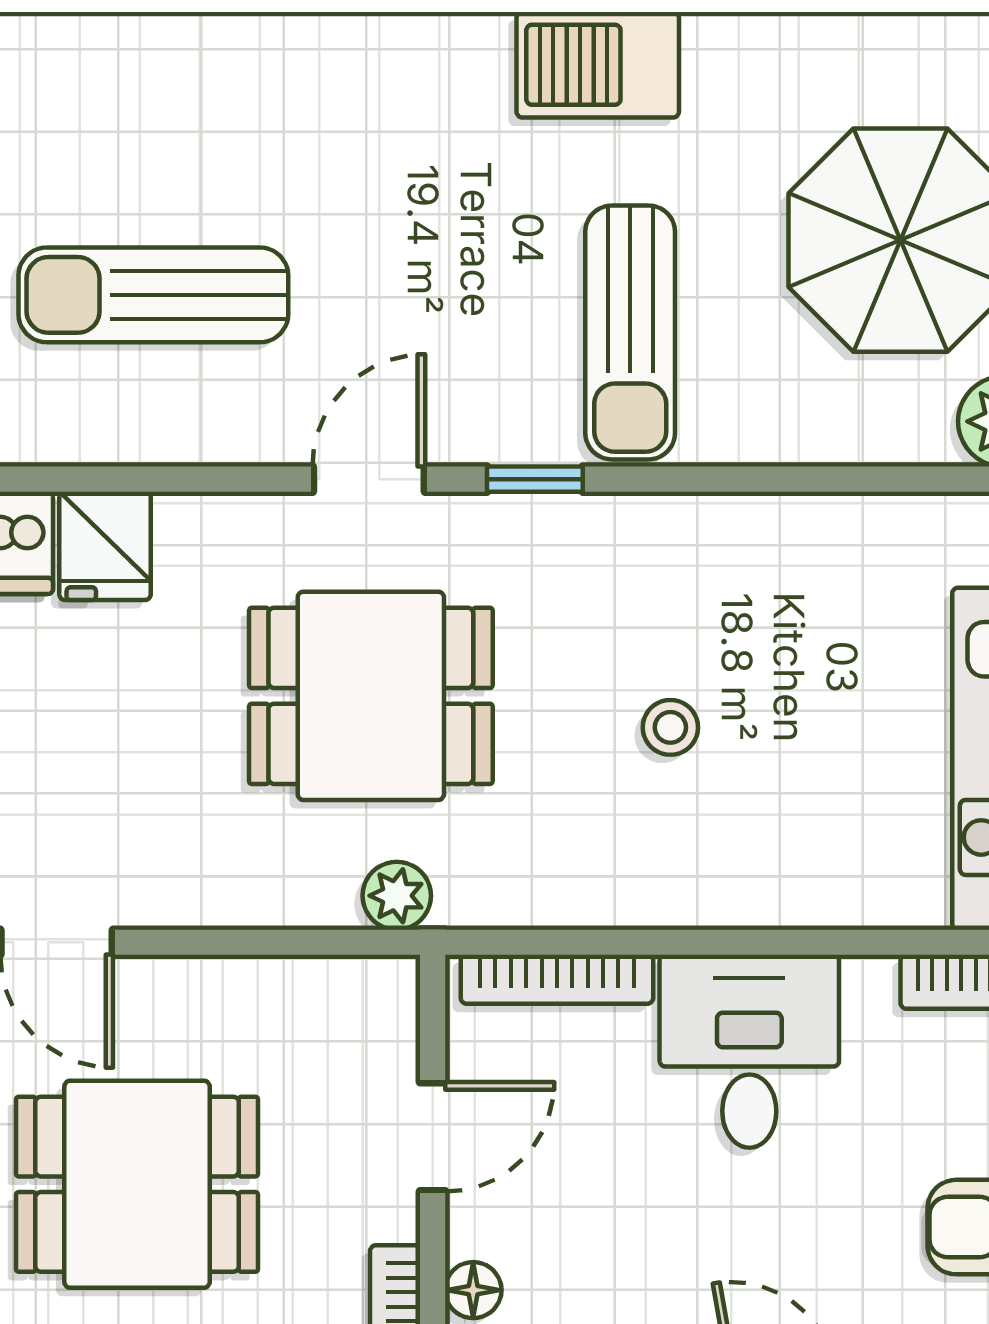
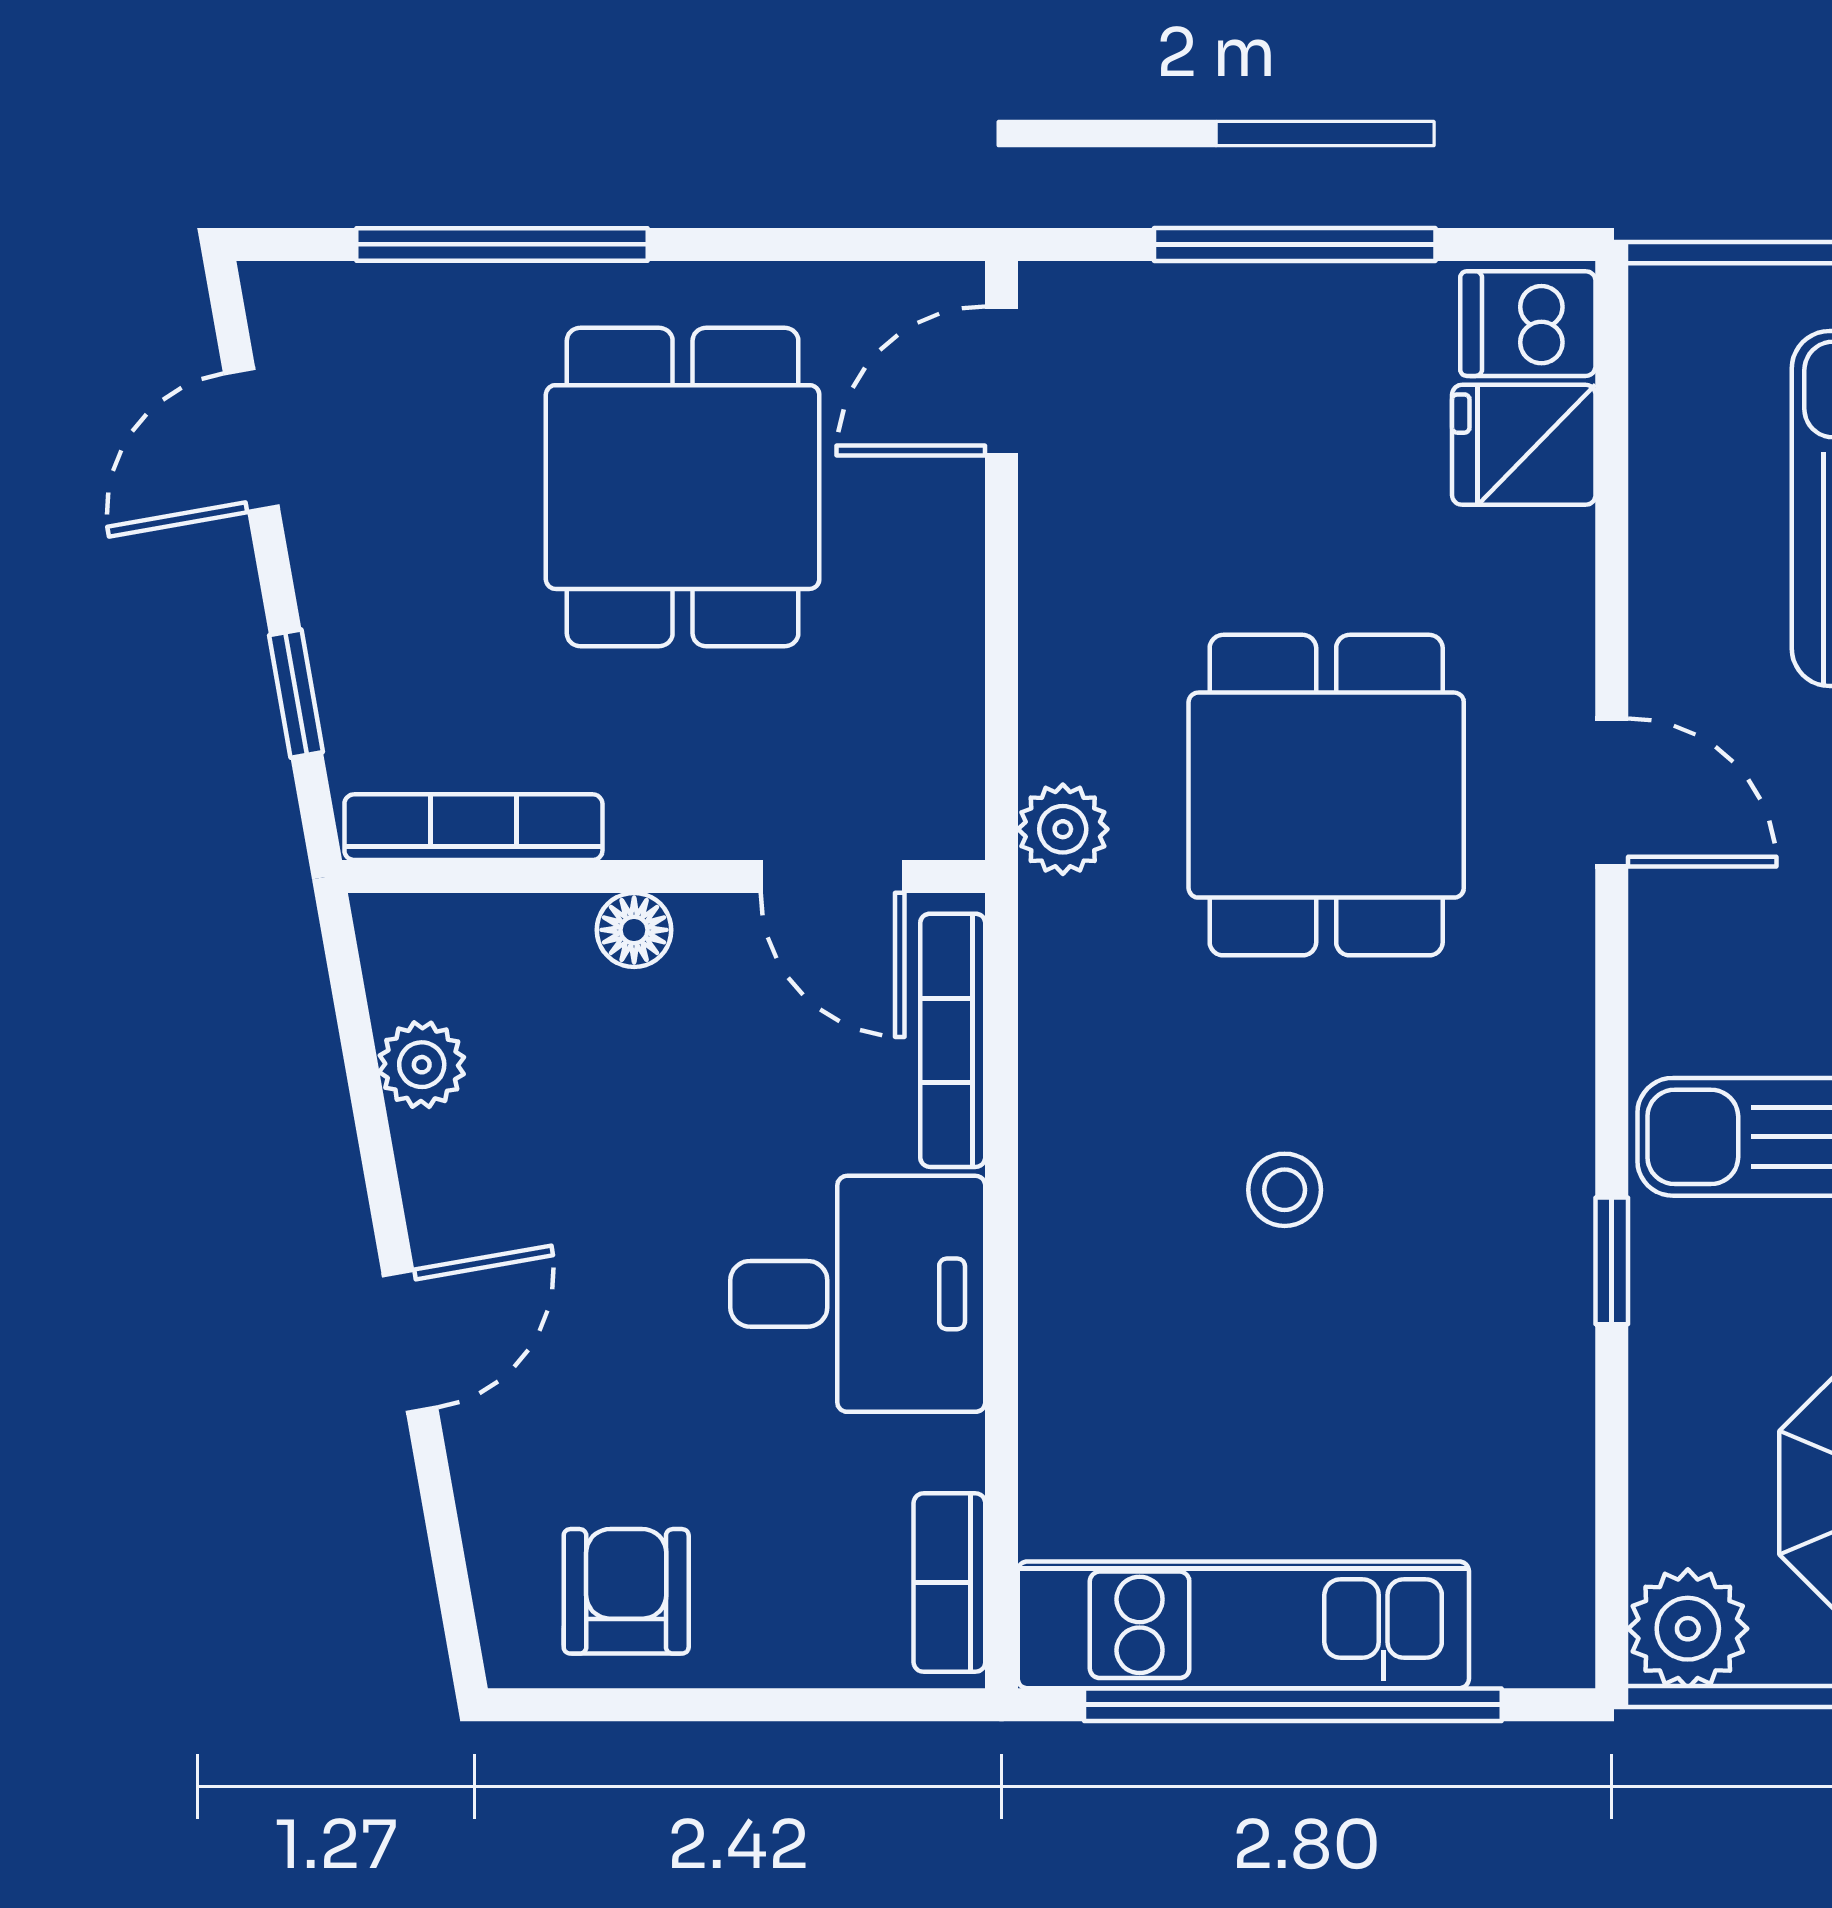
window: (535, 479) -> (1612, 1261), moved
door: (433, 1137) -> (833, 876), moved
floor lamp: (473, 1290) -> (634, 930), moved

